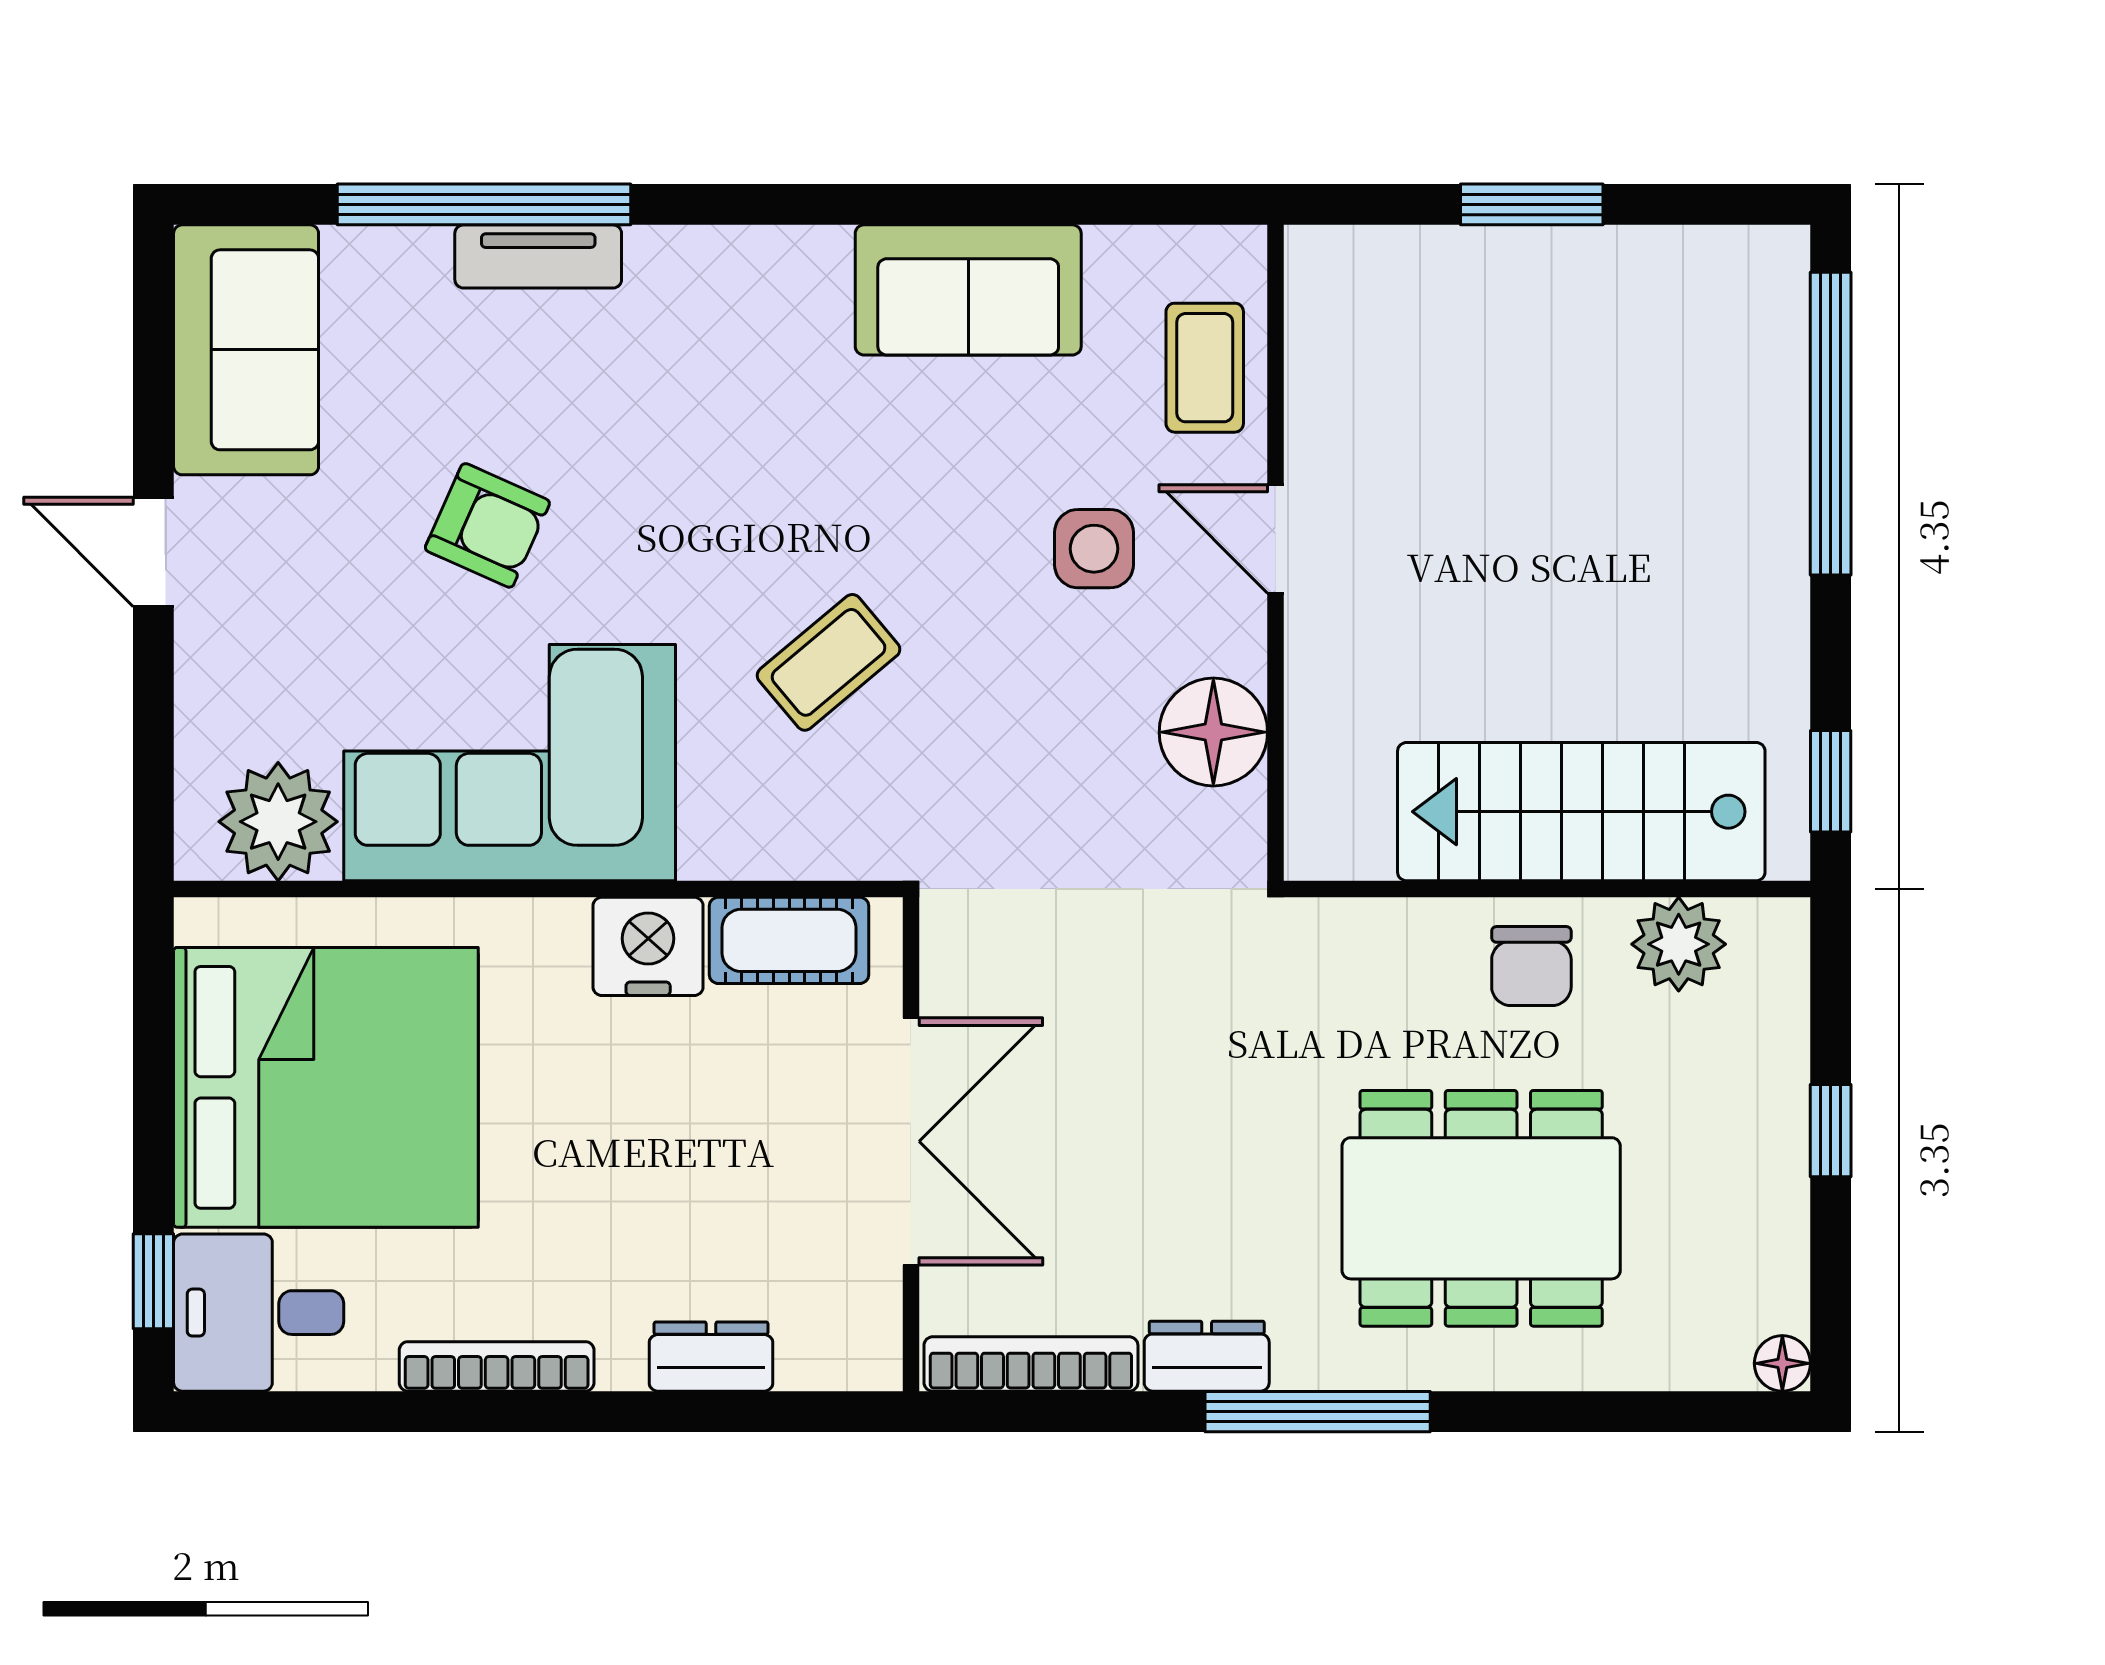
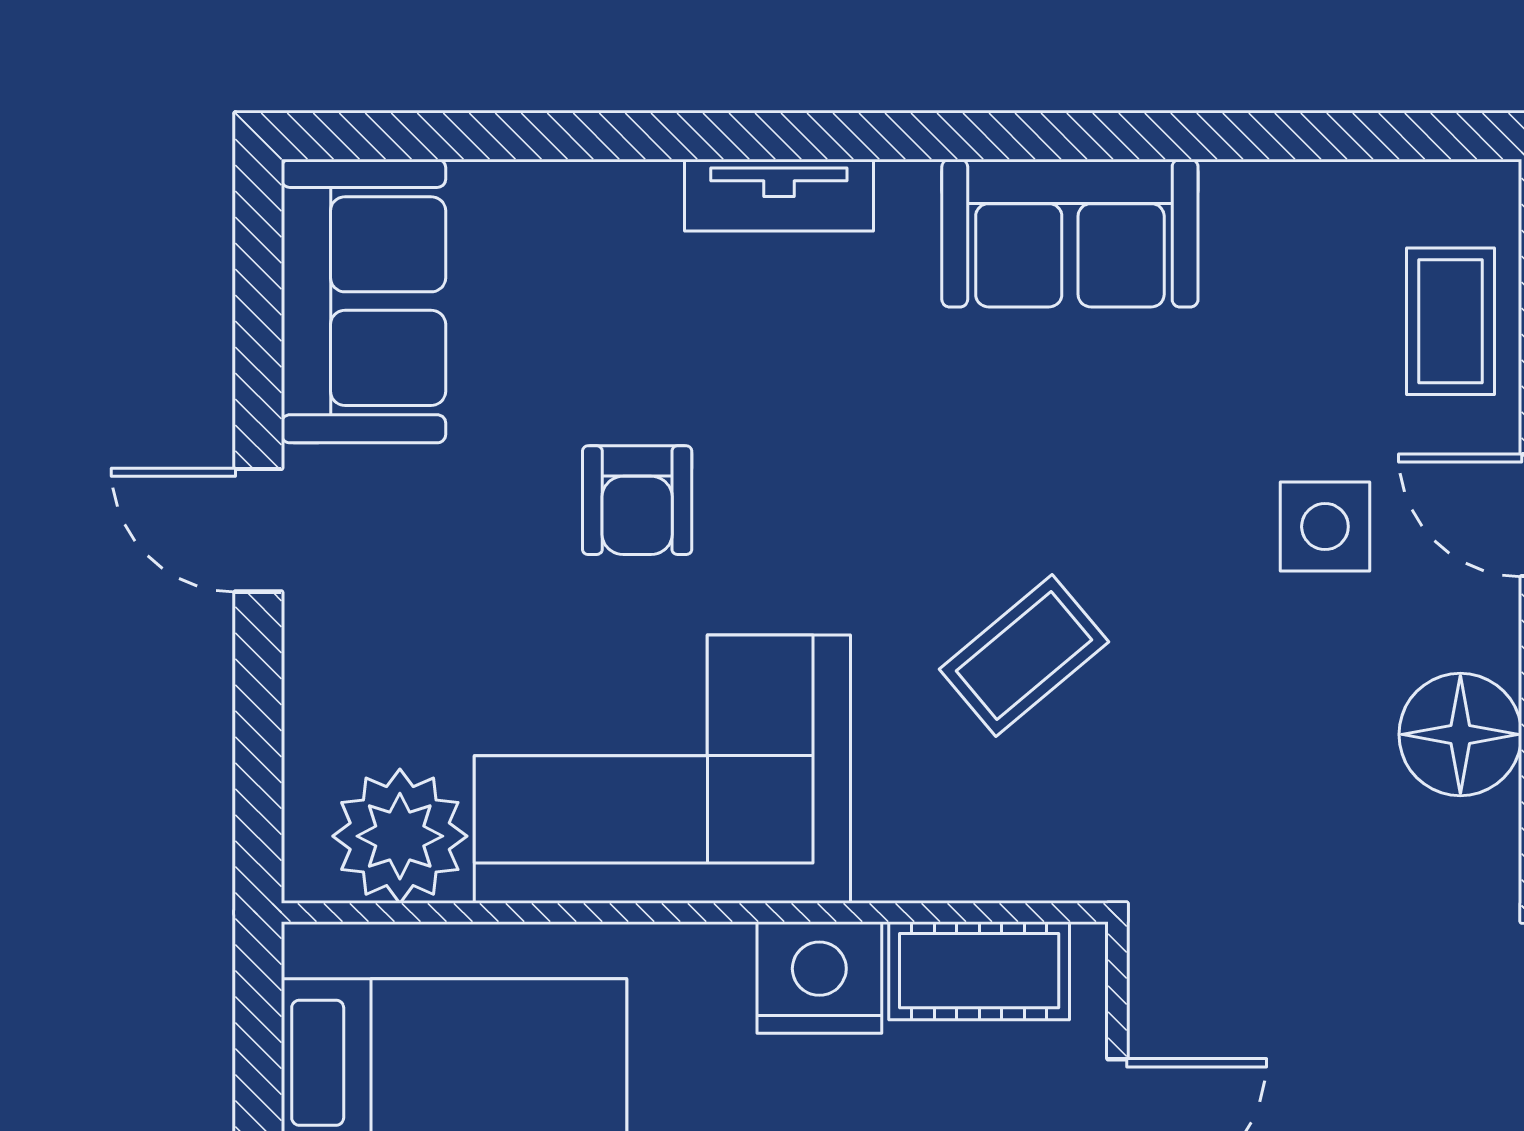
window: (484, 204) -> (633, 136), removed
tv unit: (538, 256) -> (779, 195), moved
sofa: (968, 290) -> (1070, 233), moved
armchair: (487, 525) -> (637, 500), turned 66

